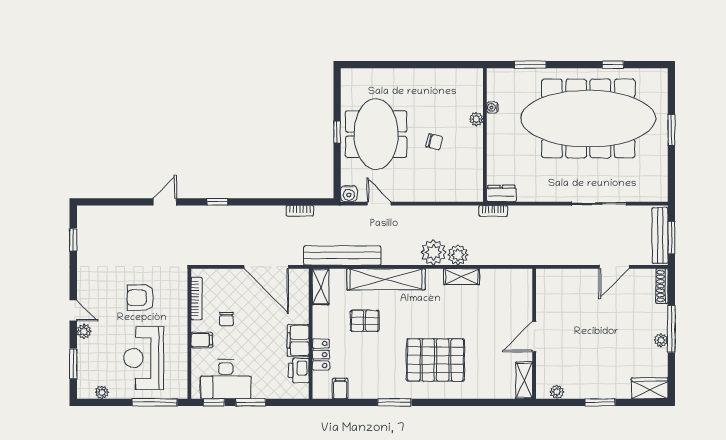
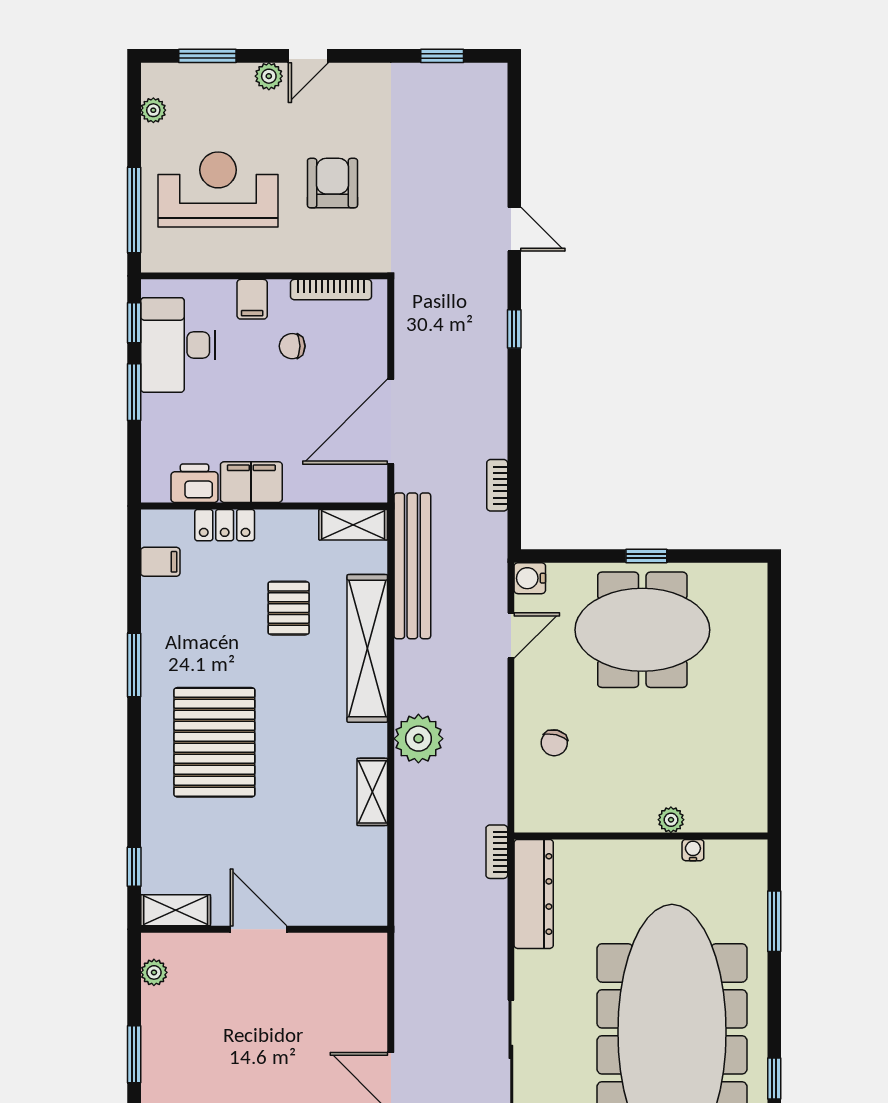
chair: (434, 142) -> (554, 743), moved
dresser: (501, 194) -> (534, 894), width x1.96, depth x1.24
plant: (458, 255) -> (413, 785), removed
window: (501, 402) -> (134, 867), added

